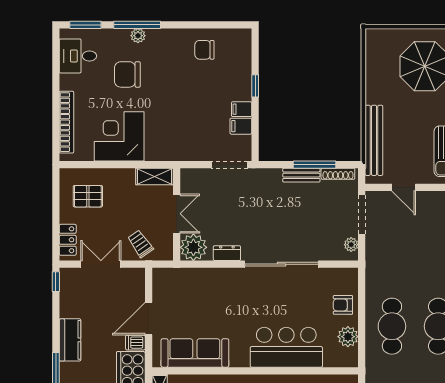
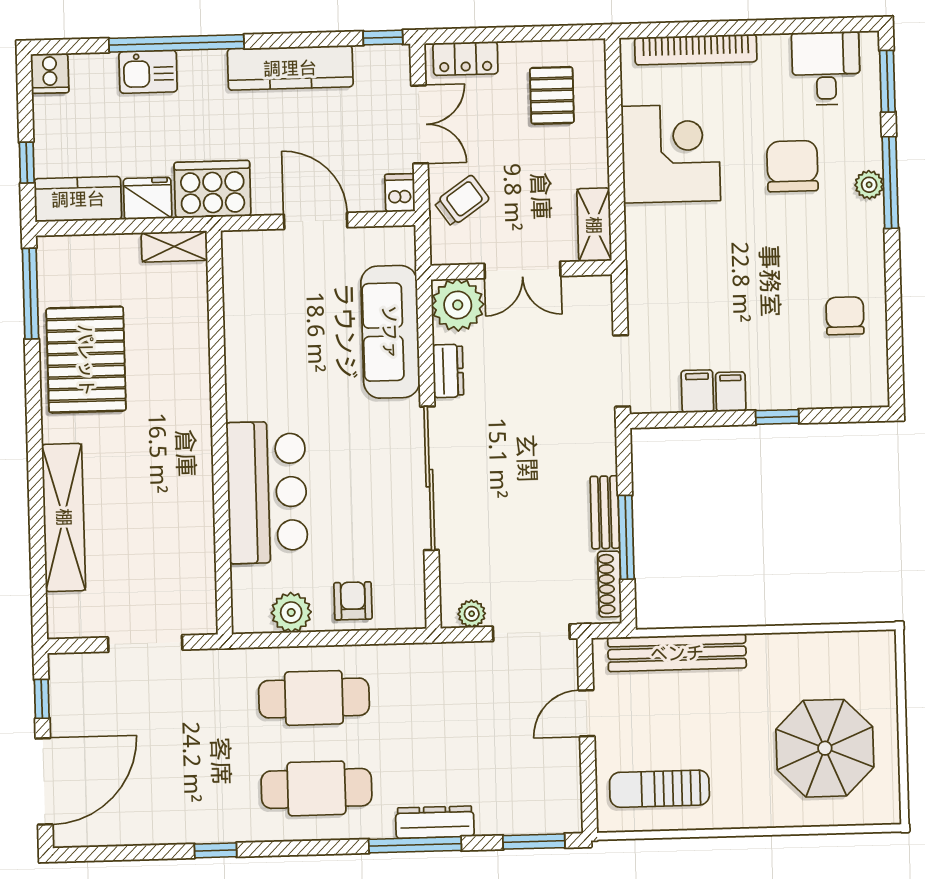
kitchen counter: (70, 340) -> (290, 68), width x1.50
dishwasher: (135, 343) -> (400, 193), moved
sofa: (195, 353) -> (390, 332), moved, turned 180

